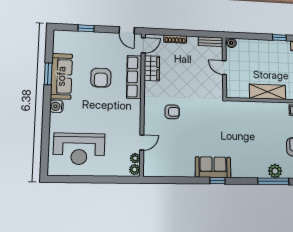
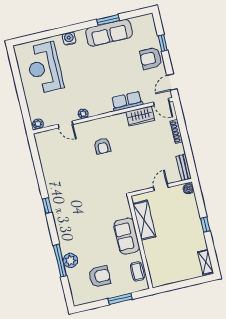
window: (279, 38) -> (205, 225), moved
row of seats: (134, 77) -> (127, 101), width x0.68
armchair: (101, 78) -> (151, 58), moved
shelving: (267, 92) -> (144, 220), moved
water cooler: (56, 106) -> (69, 39), moved
plant: (135, 158) -> (83, 114), moved
sofa: (213, 167) -> (127, 236), moved, turned 180

